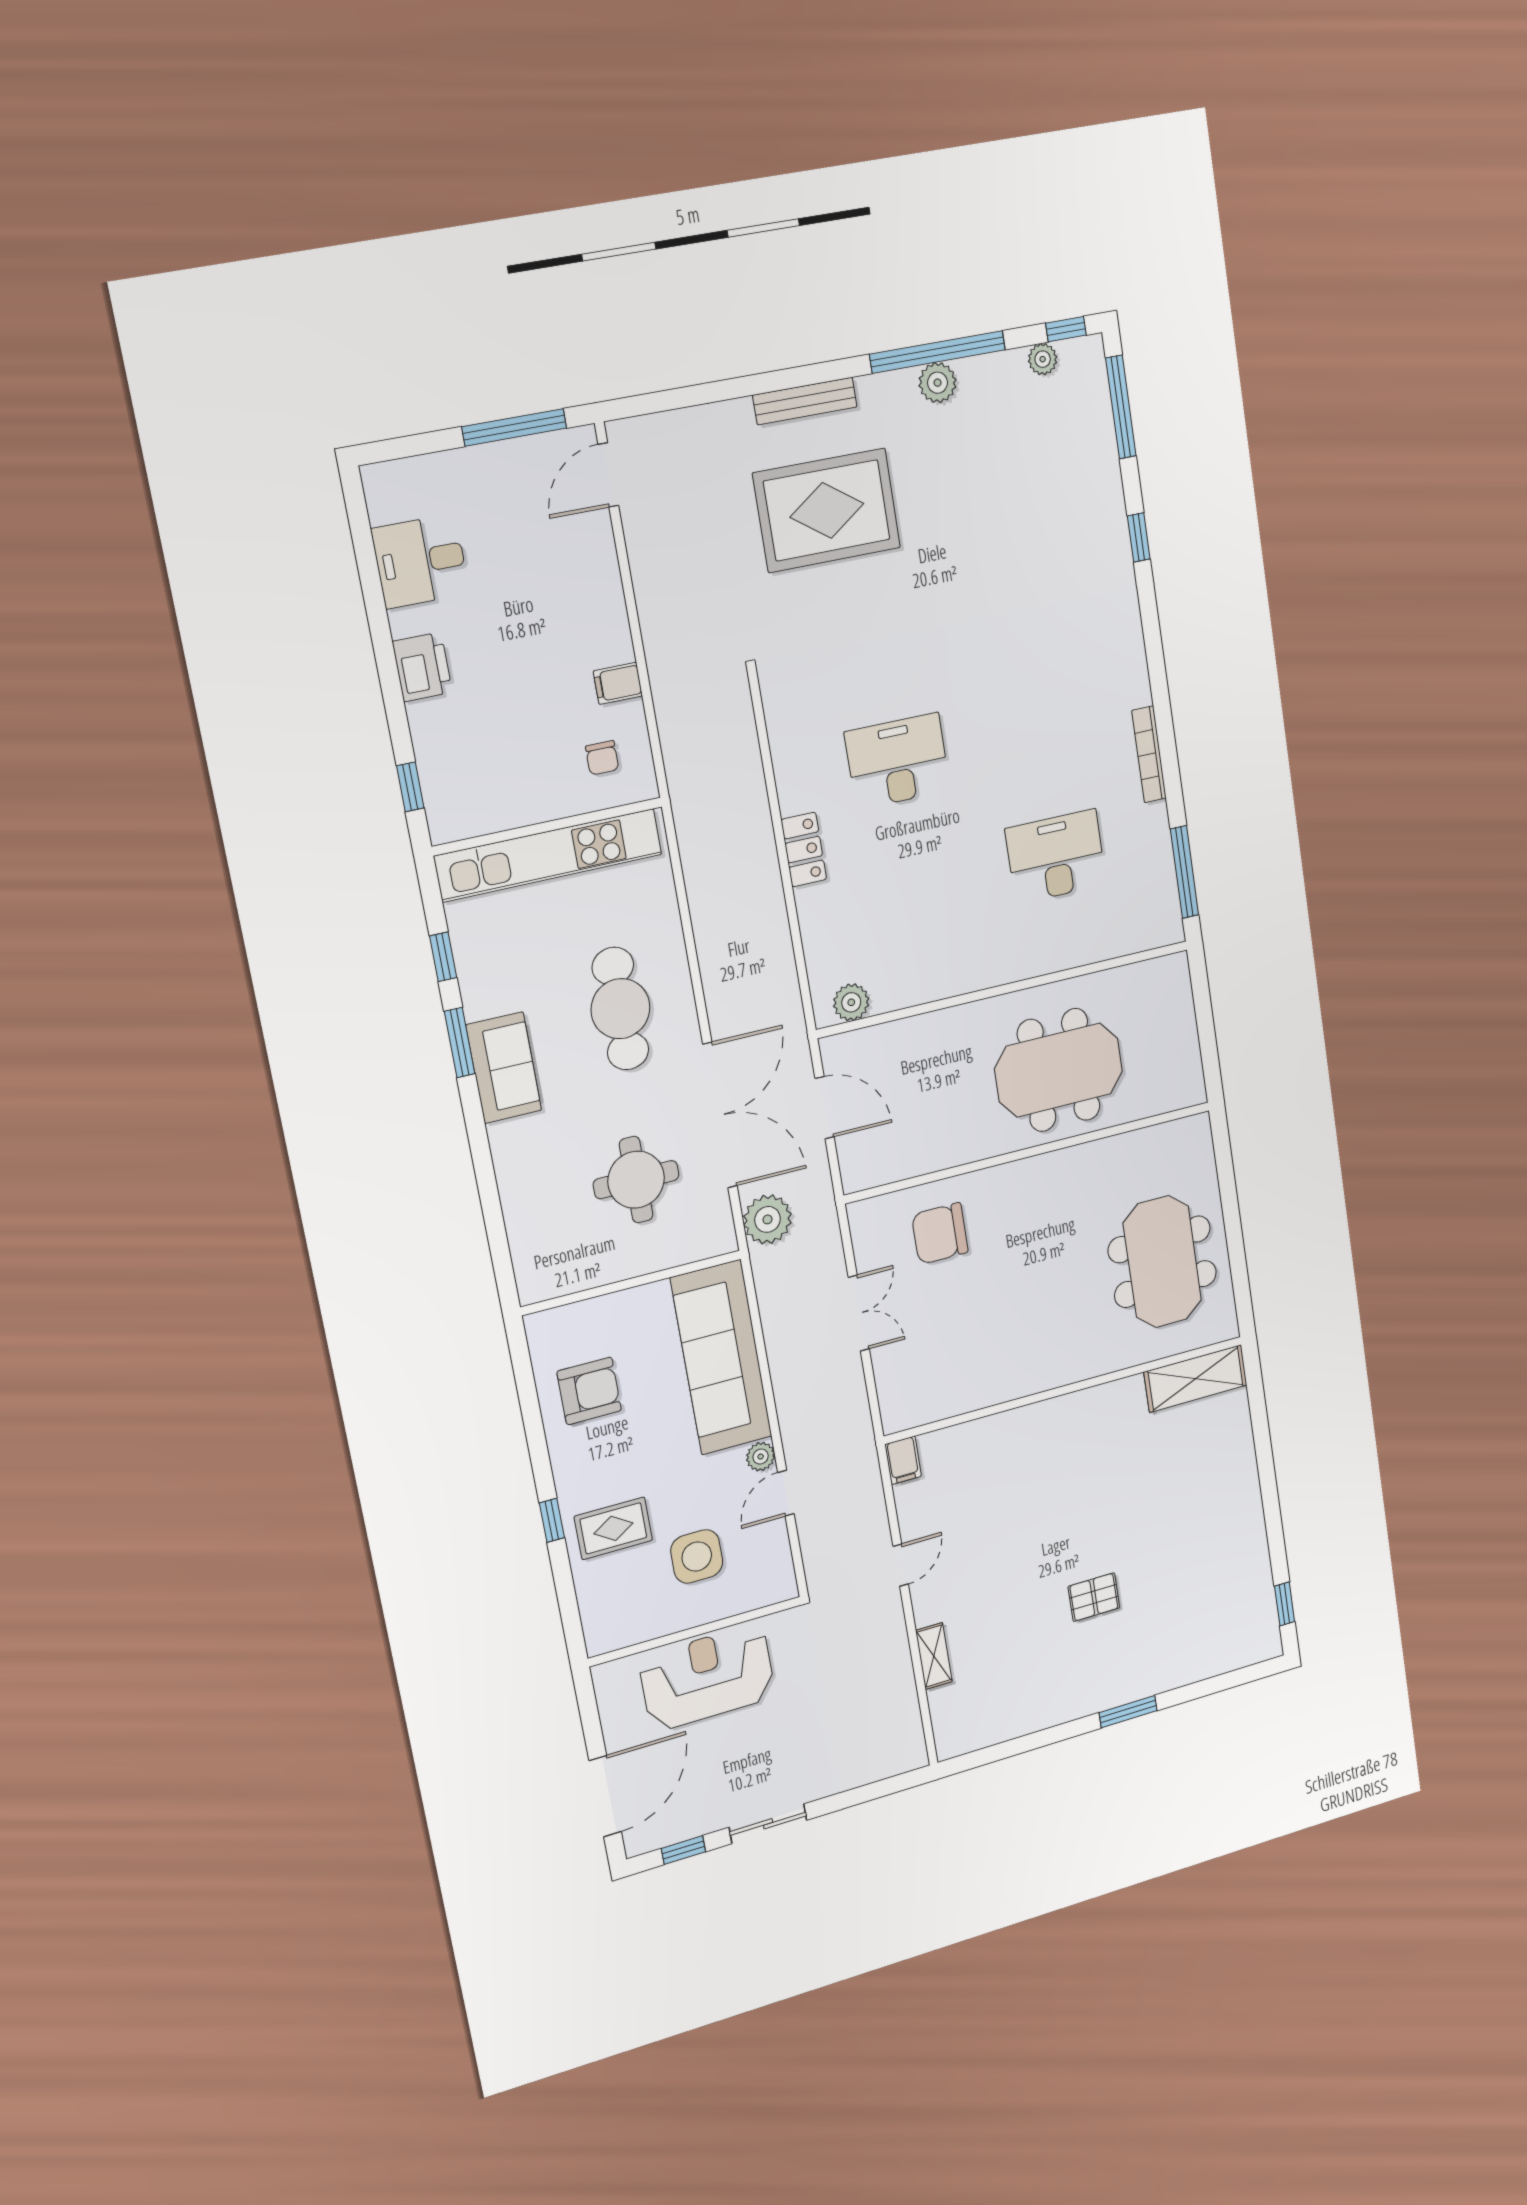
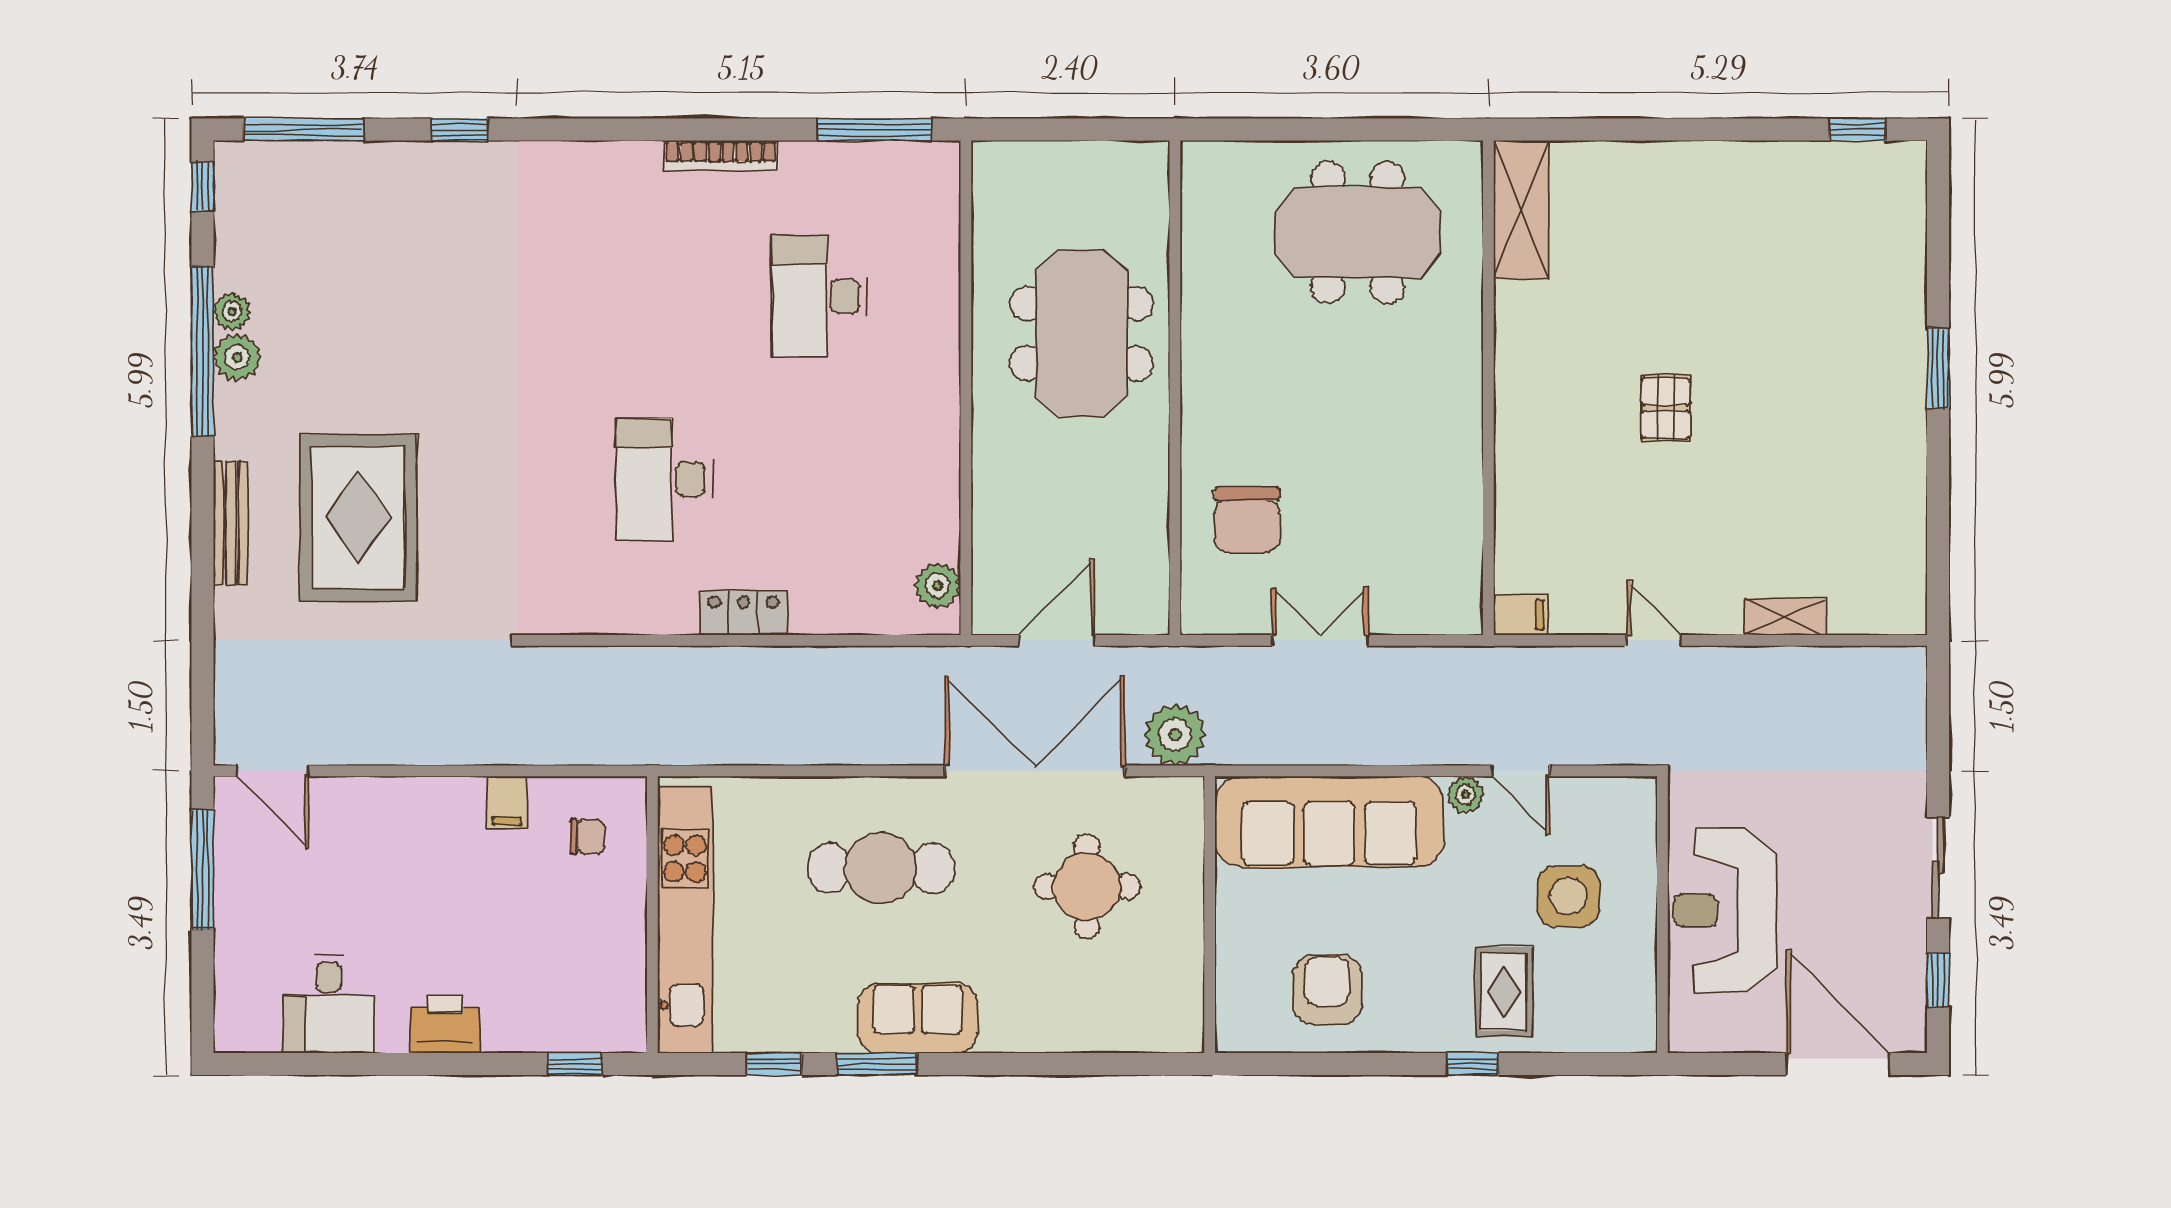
plant: (1043, 359) -> (232, 312), moved
pallet: (1094, 1597) -> (1666, 408), moved

